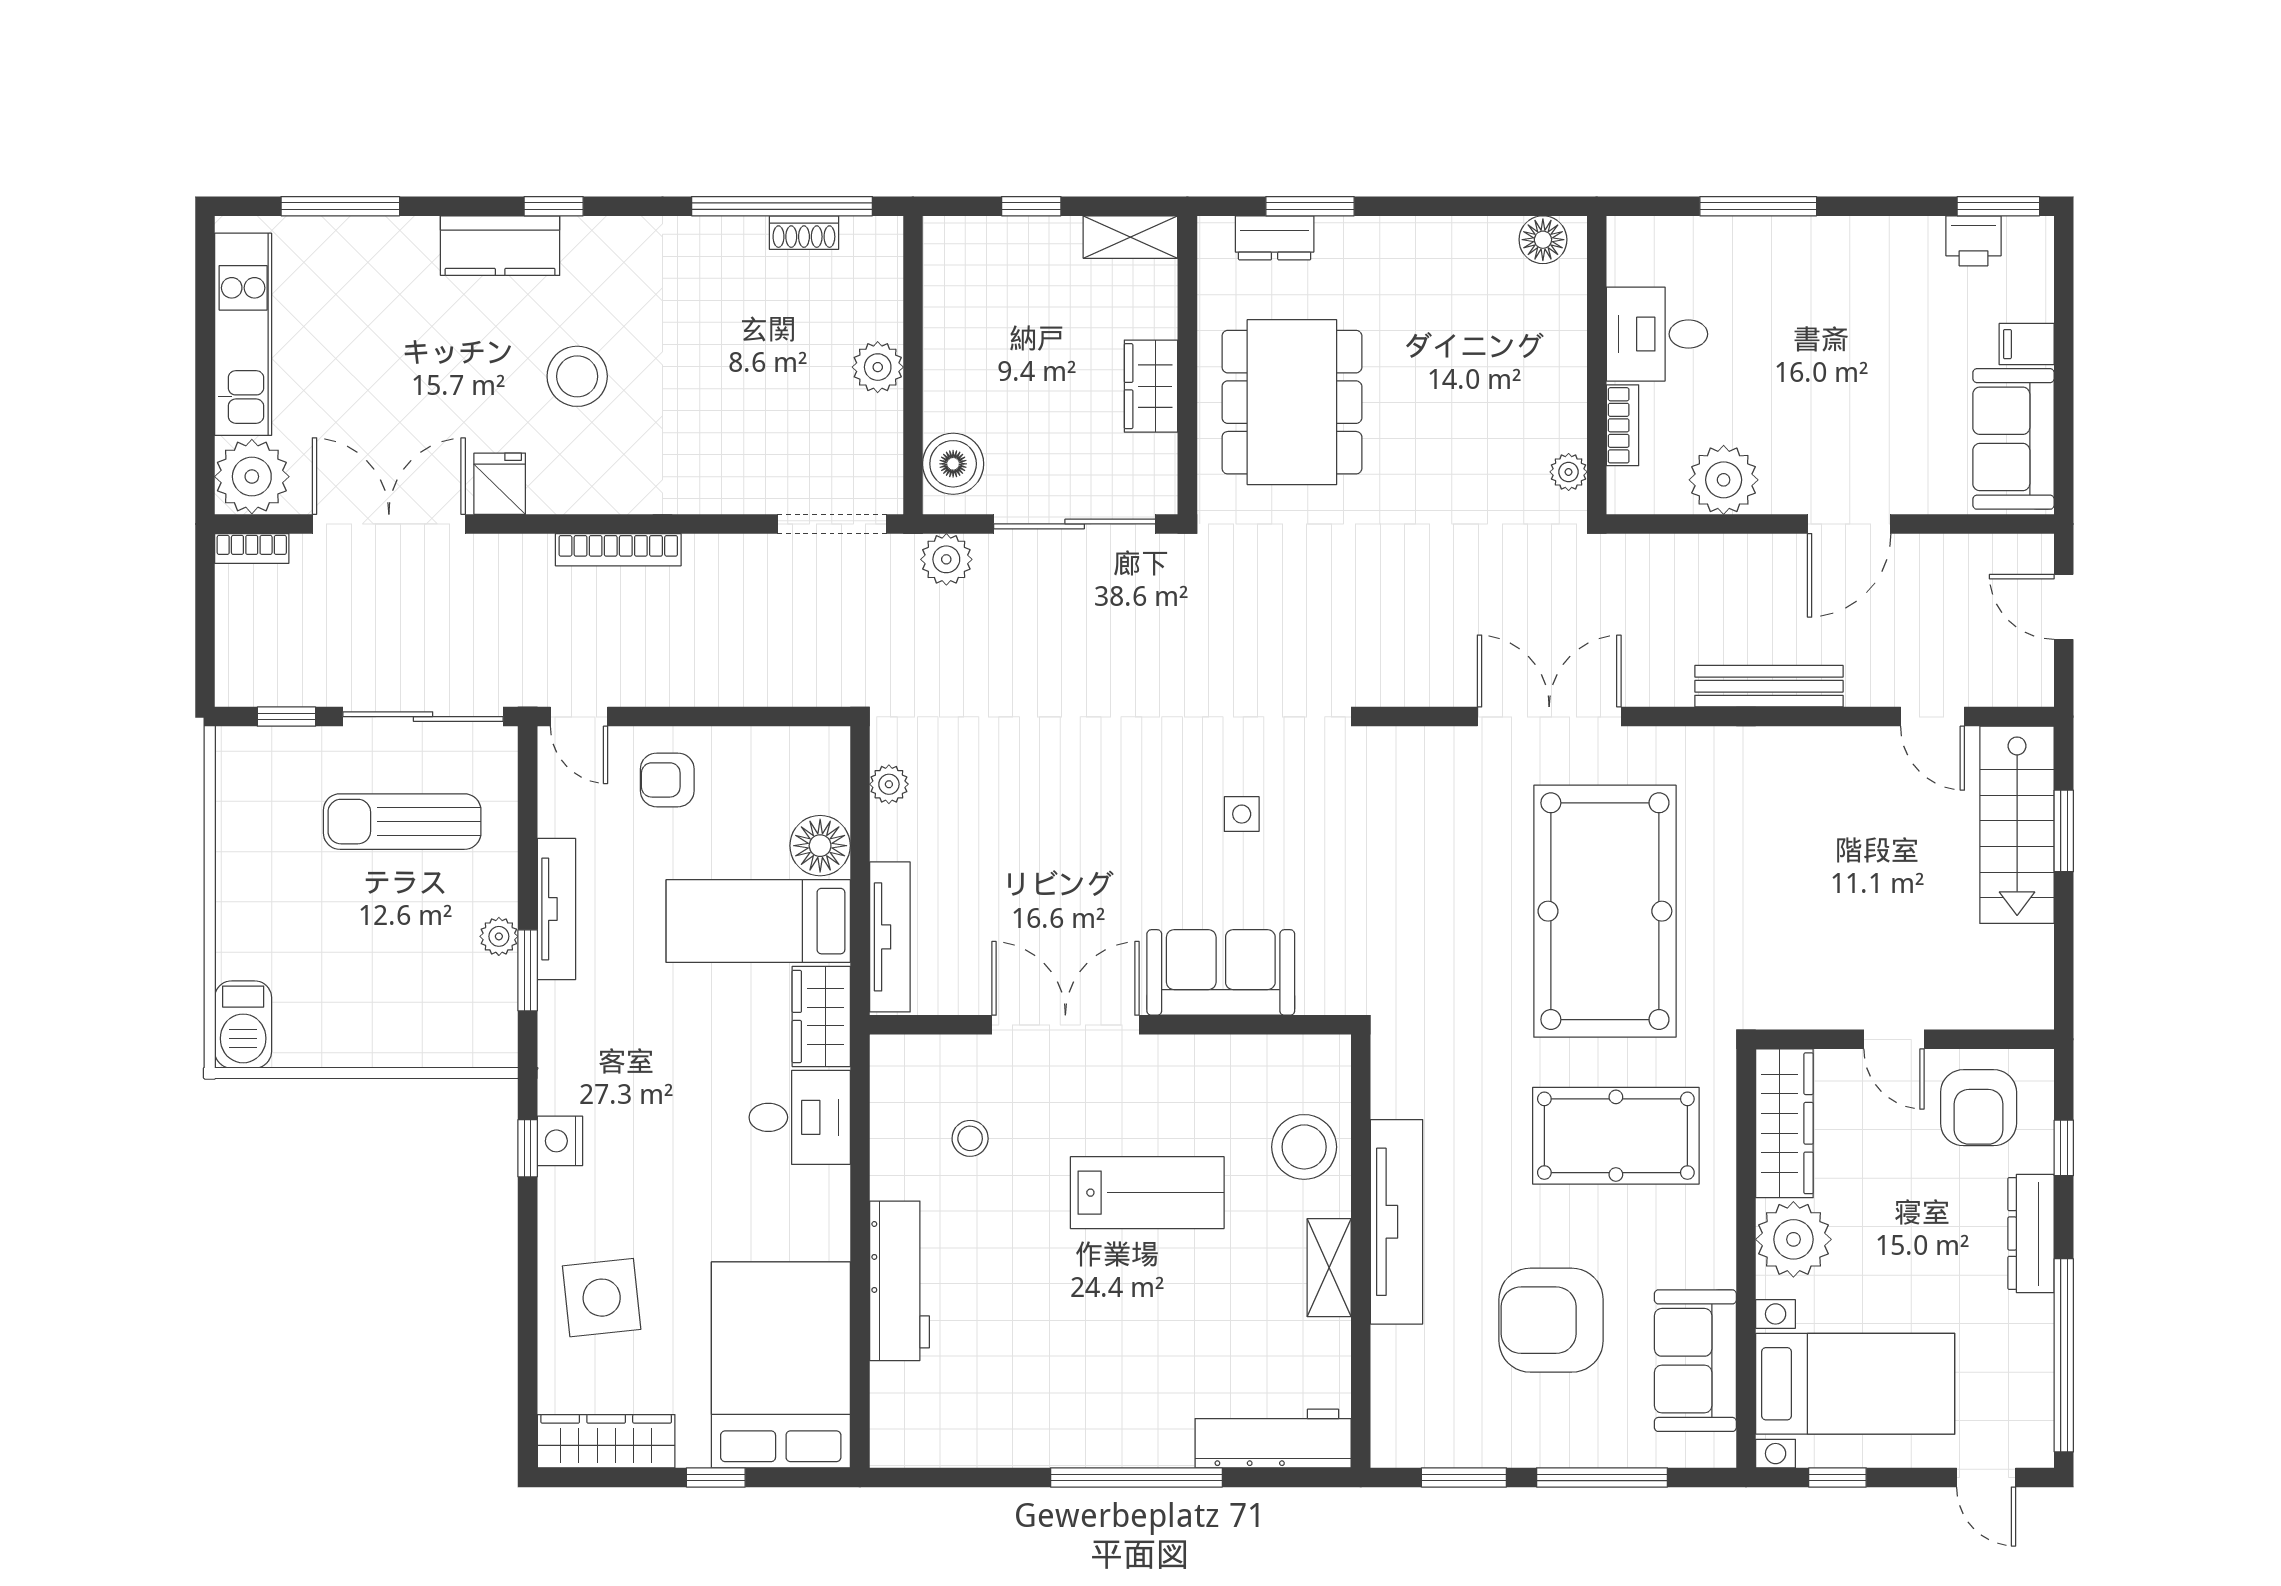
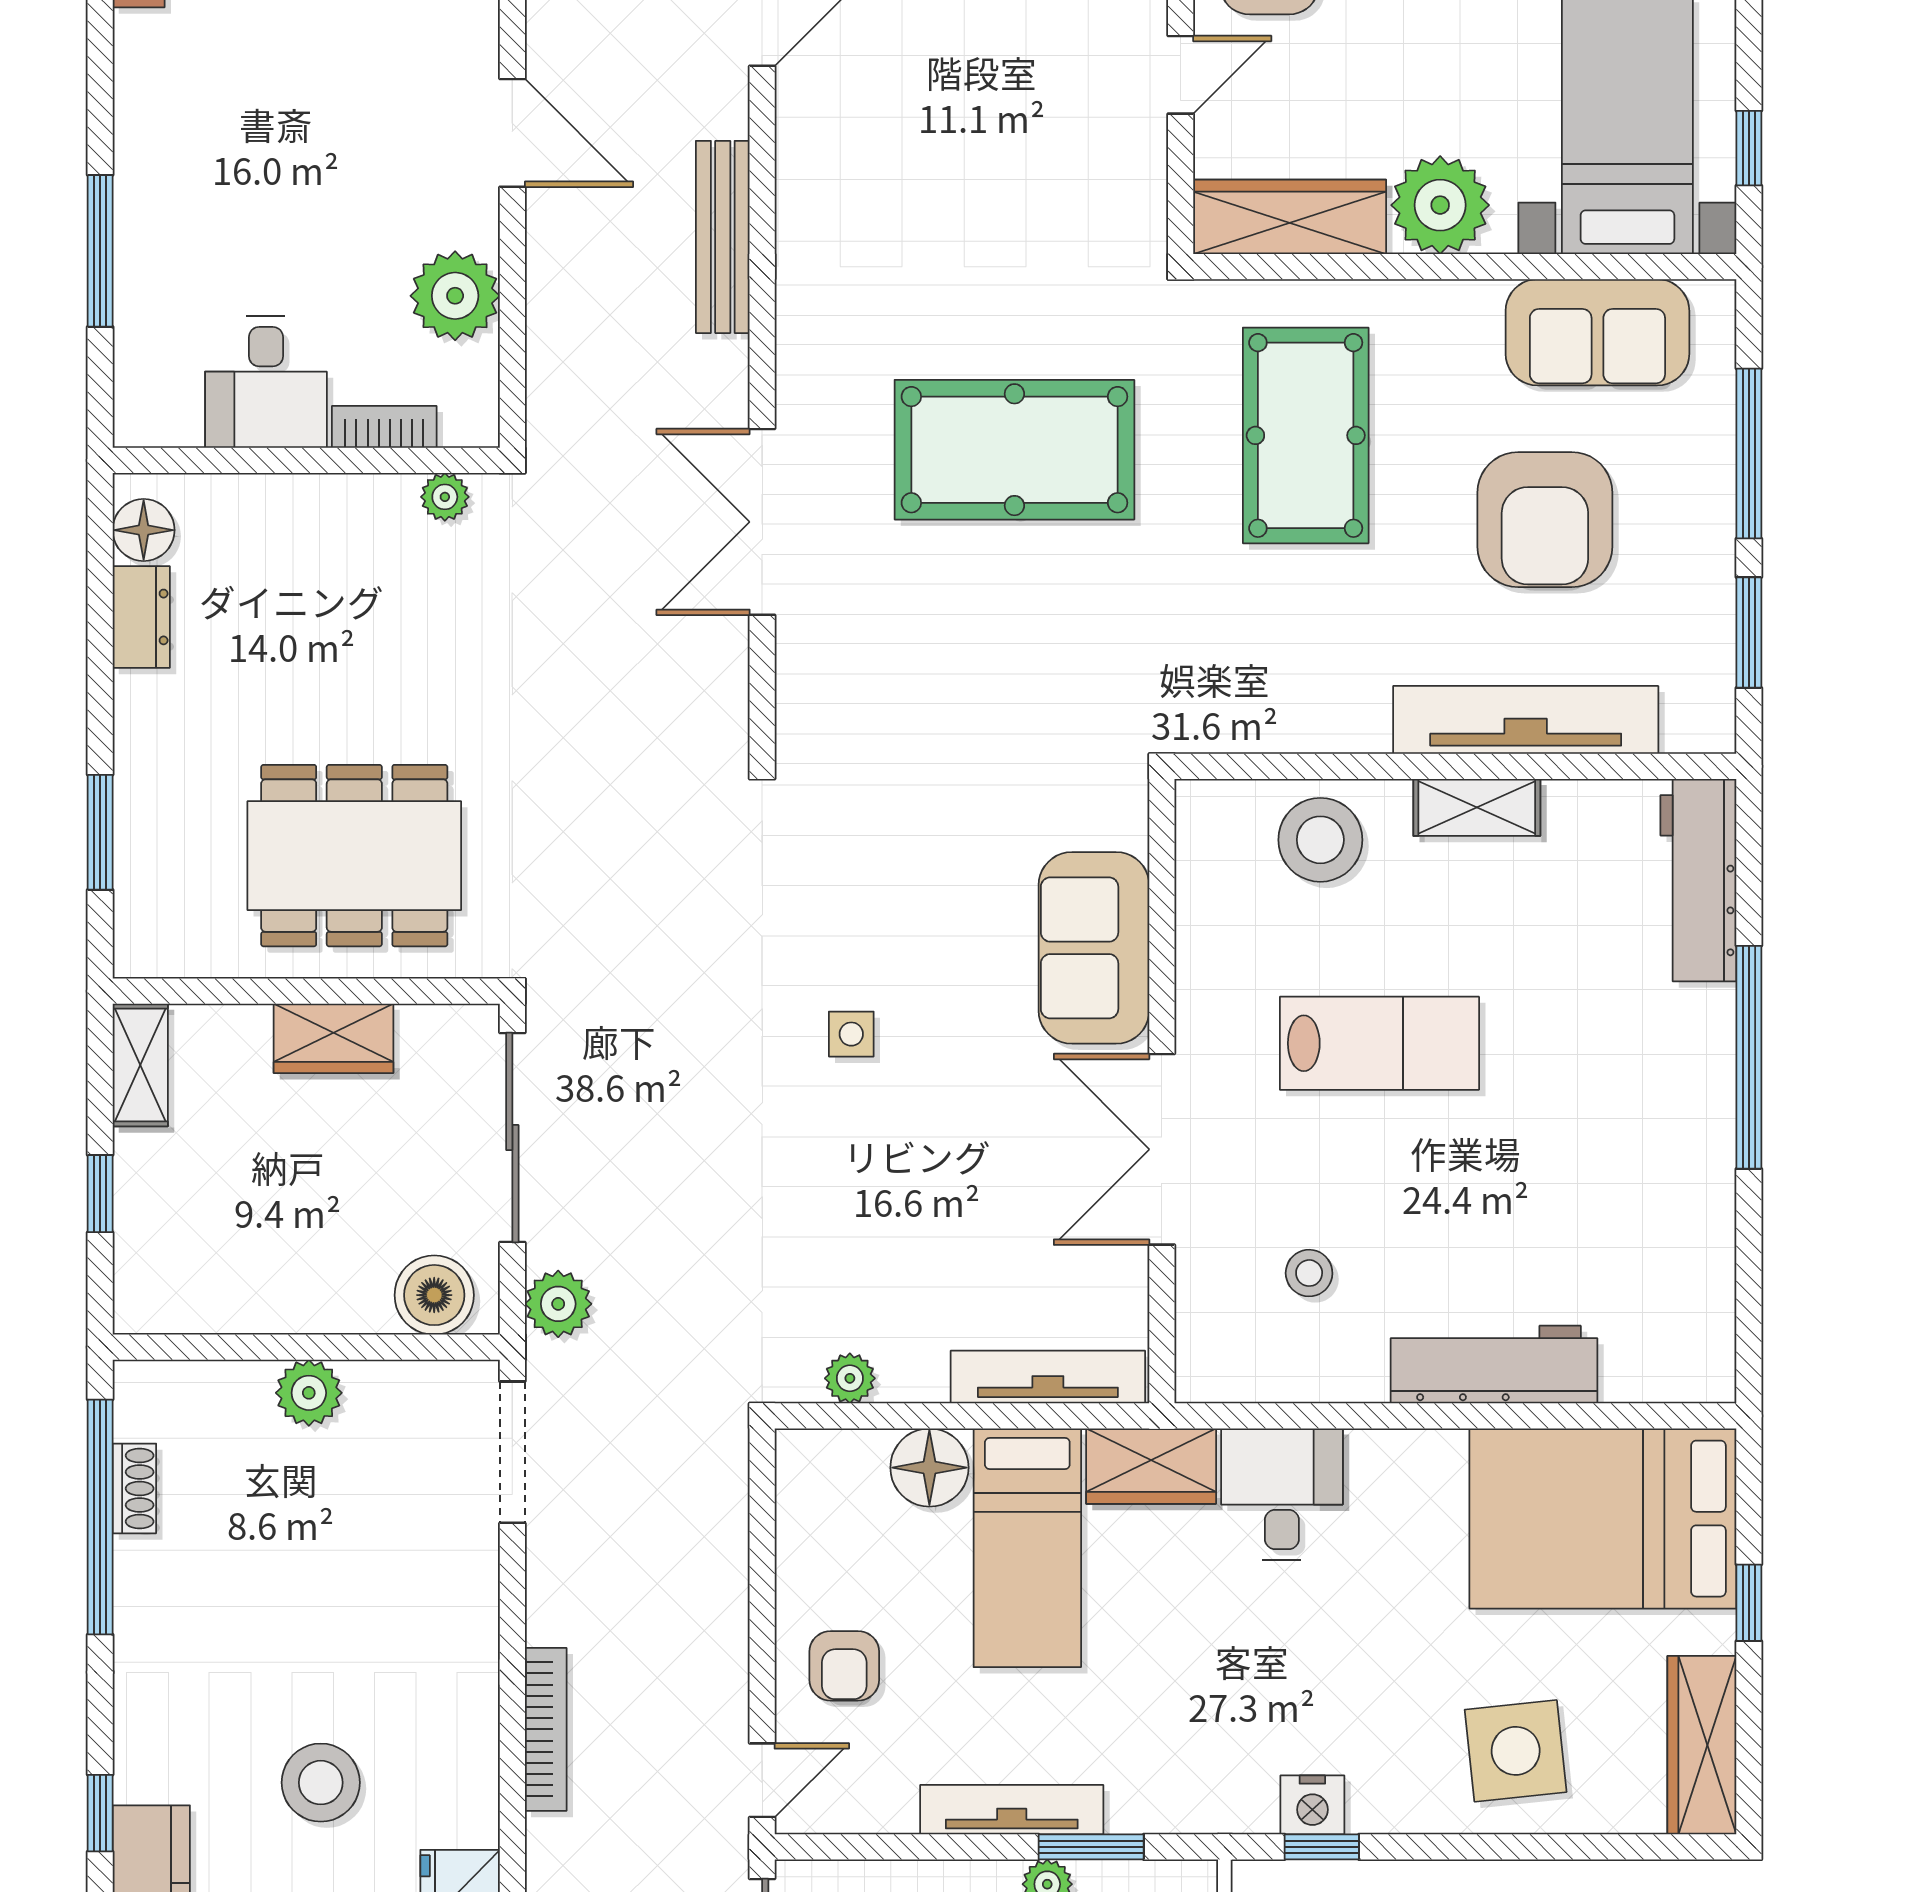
dresser: (1275, 238) -> (141, 617), moved
side table: (1242, 814) -> (851, 1034), moved
pool table: (1605, 911) -> (1014, 450), width x0.73, depth x0.76
lab bench: (1147, 1193) -> (1379, 1043), turned 90
tv unit: (1397, 1222) -> (1526, 720), moved

